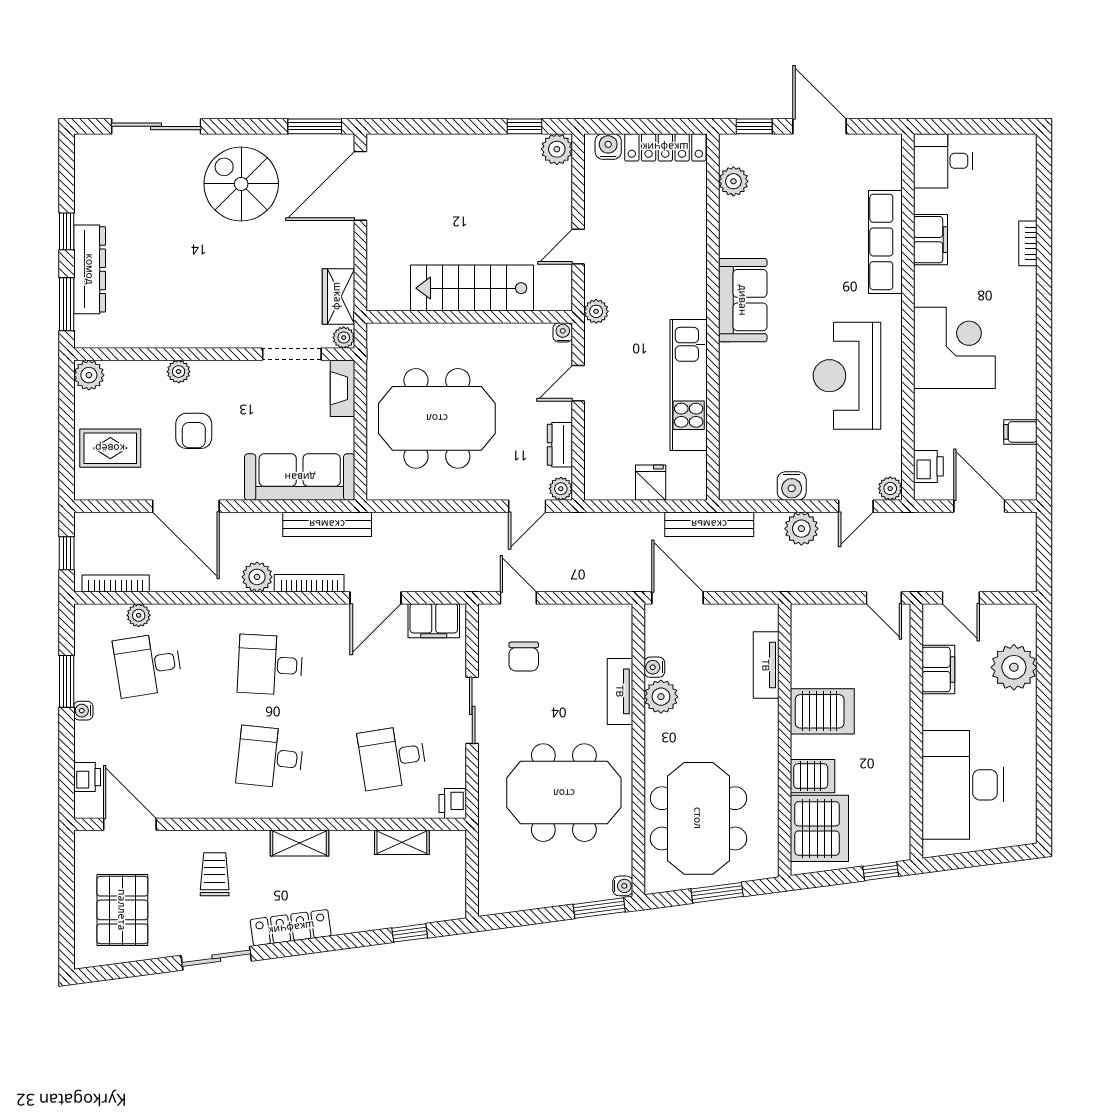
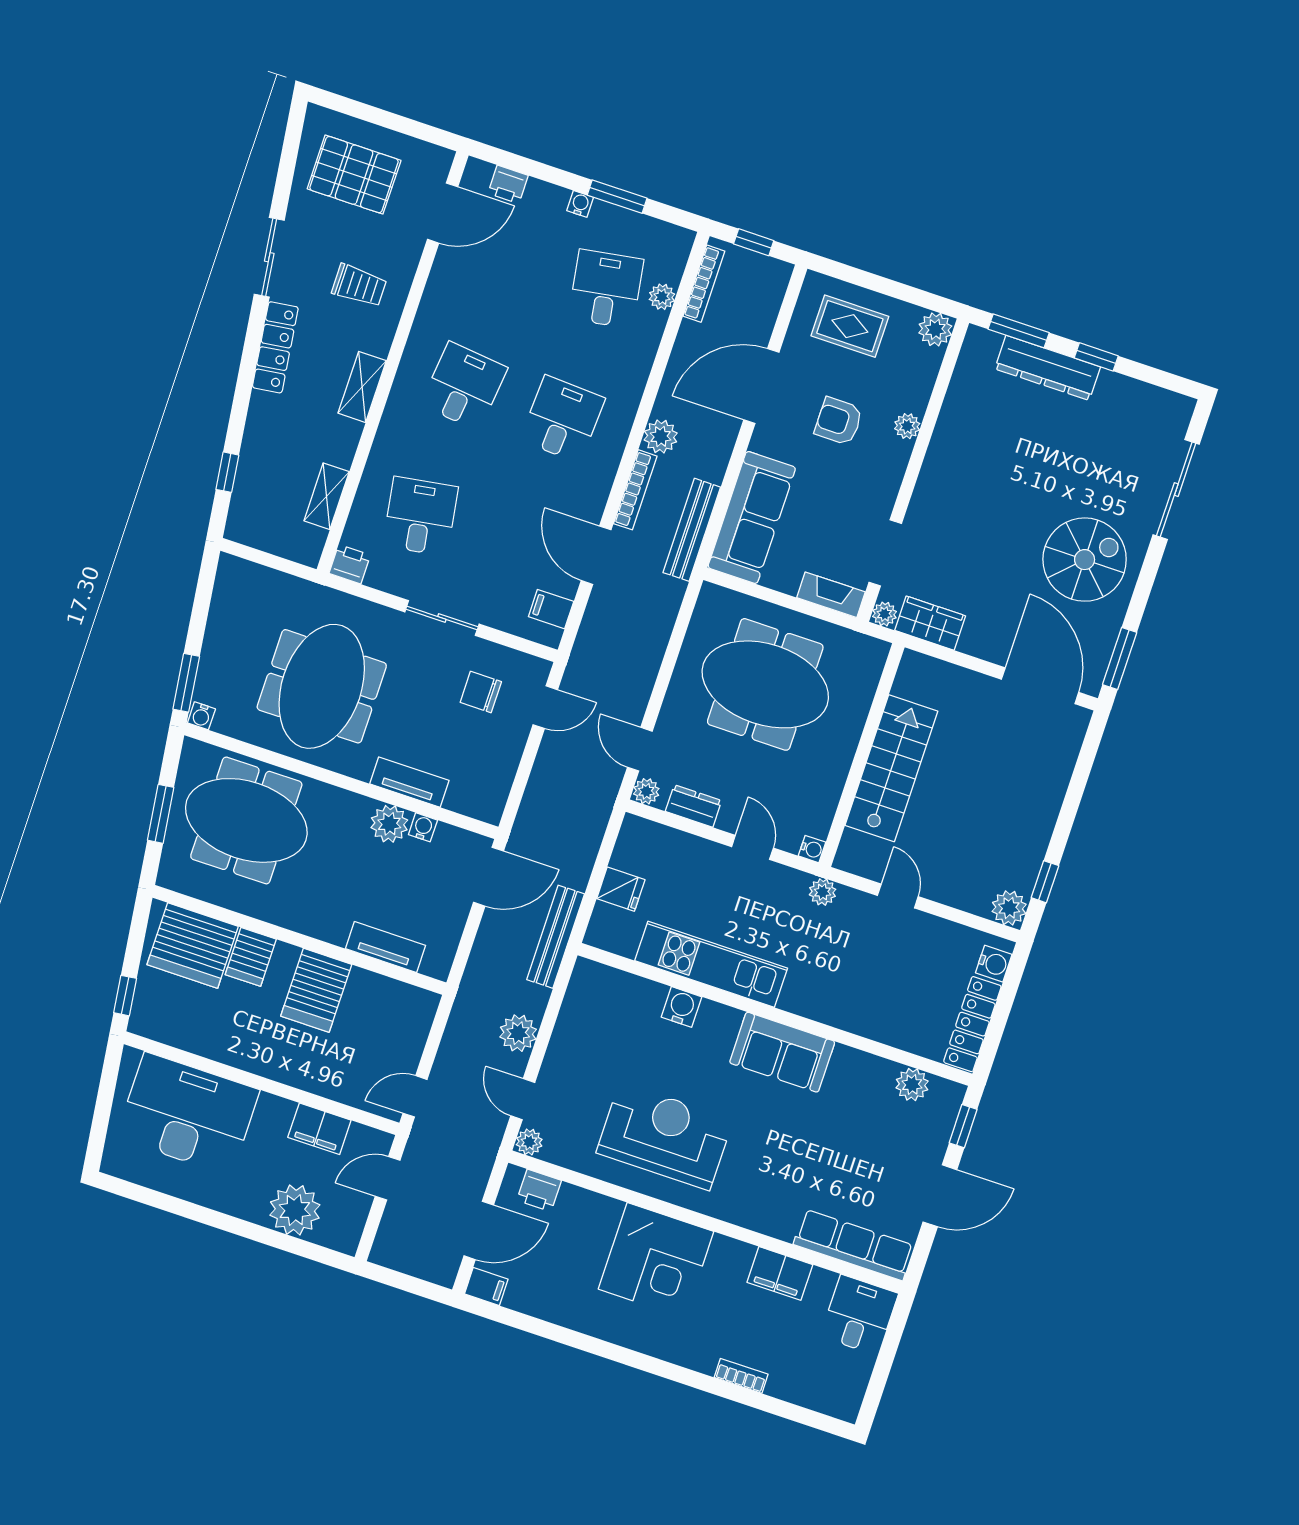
row of seats: (885, 242) -> (854, 1245), moved
meeting table: (437, 418) -> (765, 684), turned 90
filing cabinet: (1020, 432) -> (486, 1287), moved, turned 90
rug: (110, 448) -> (850, 326), turned 90
water cooler: (792, 486) -> (682, 1007), moved, turned 90
filing cabinet: (434, 621) -> (551, 609), width x0.50

